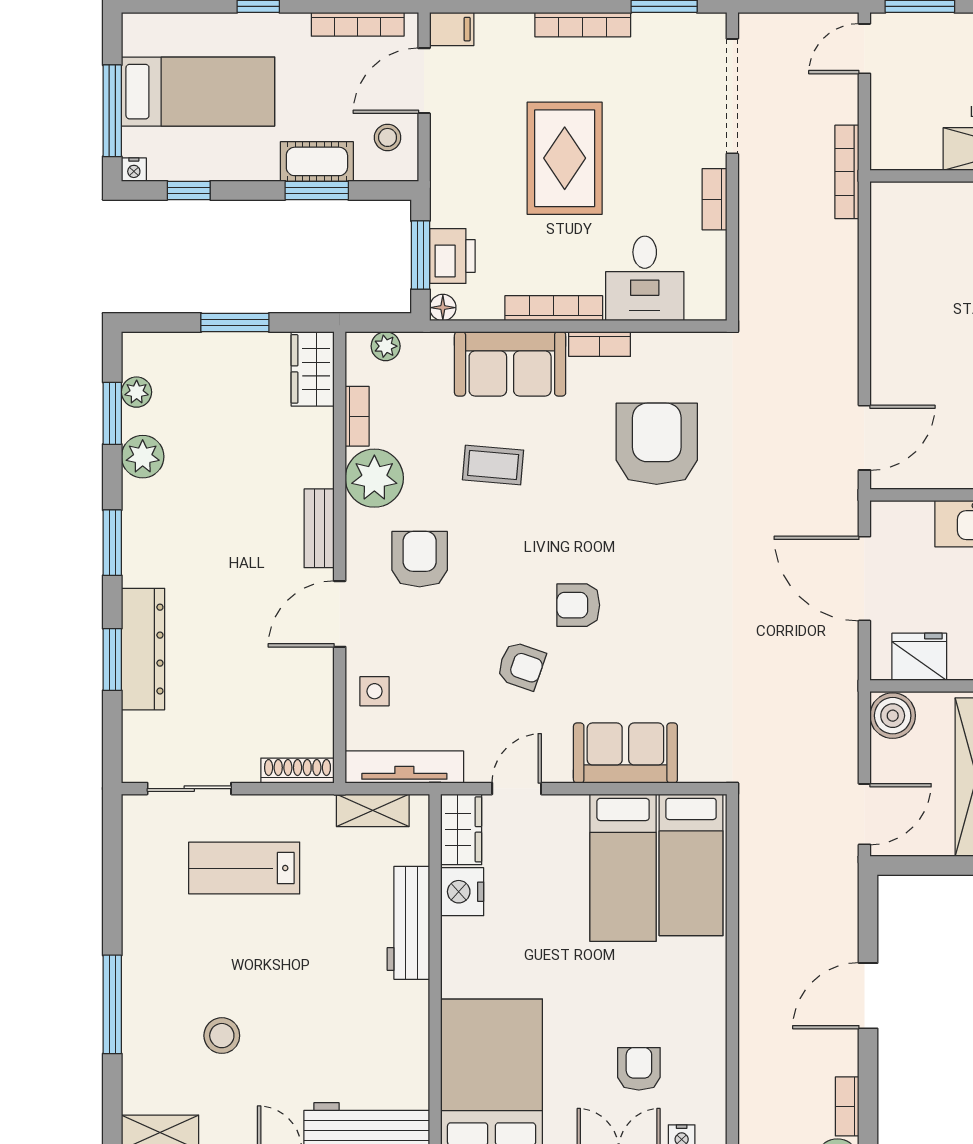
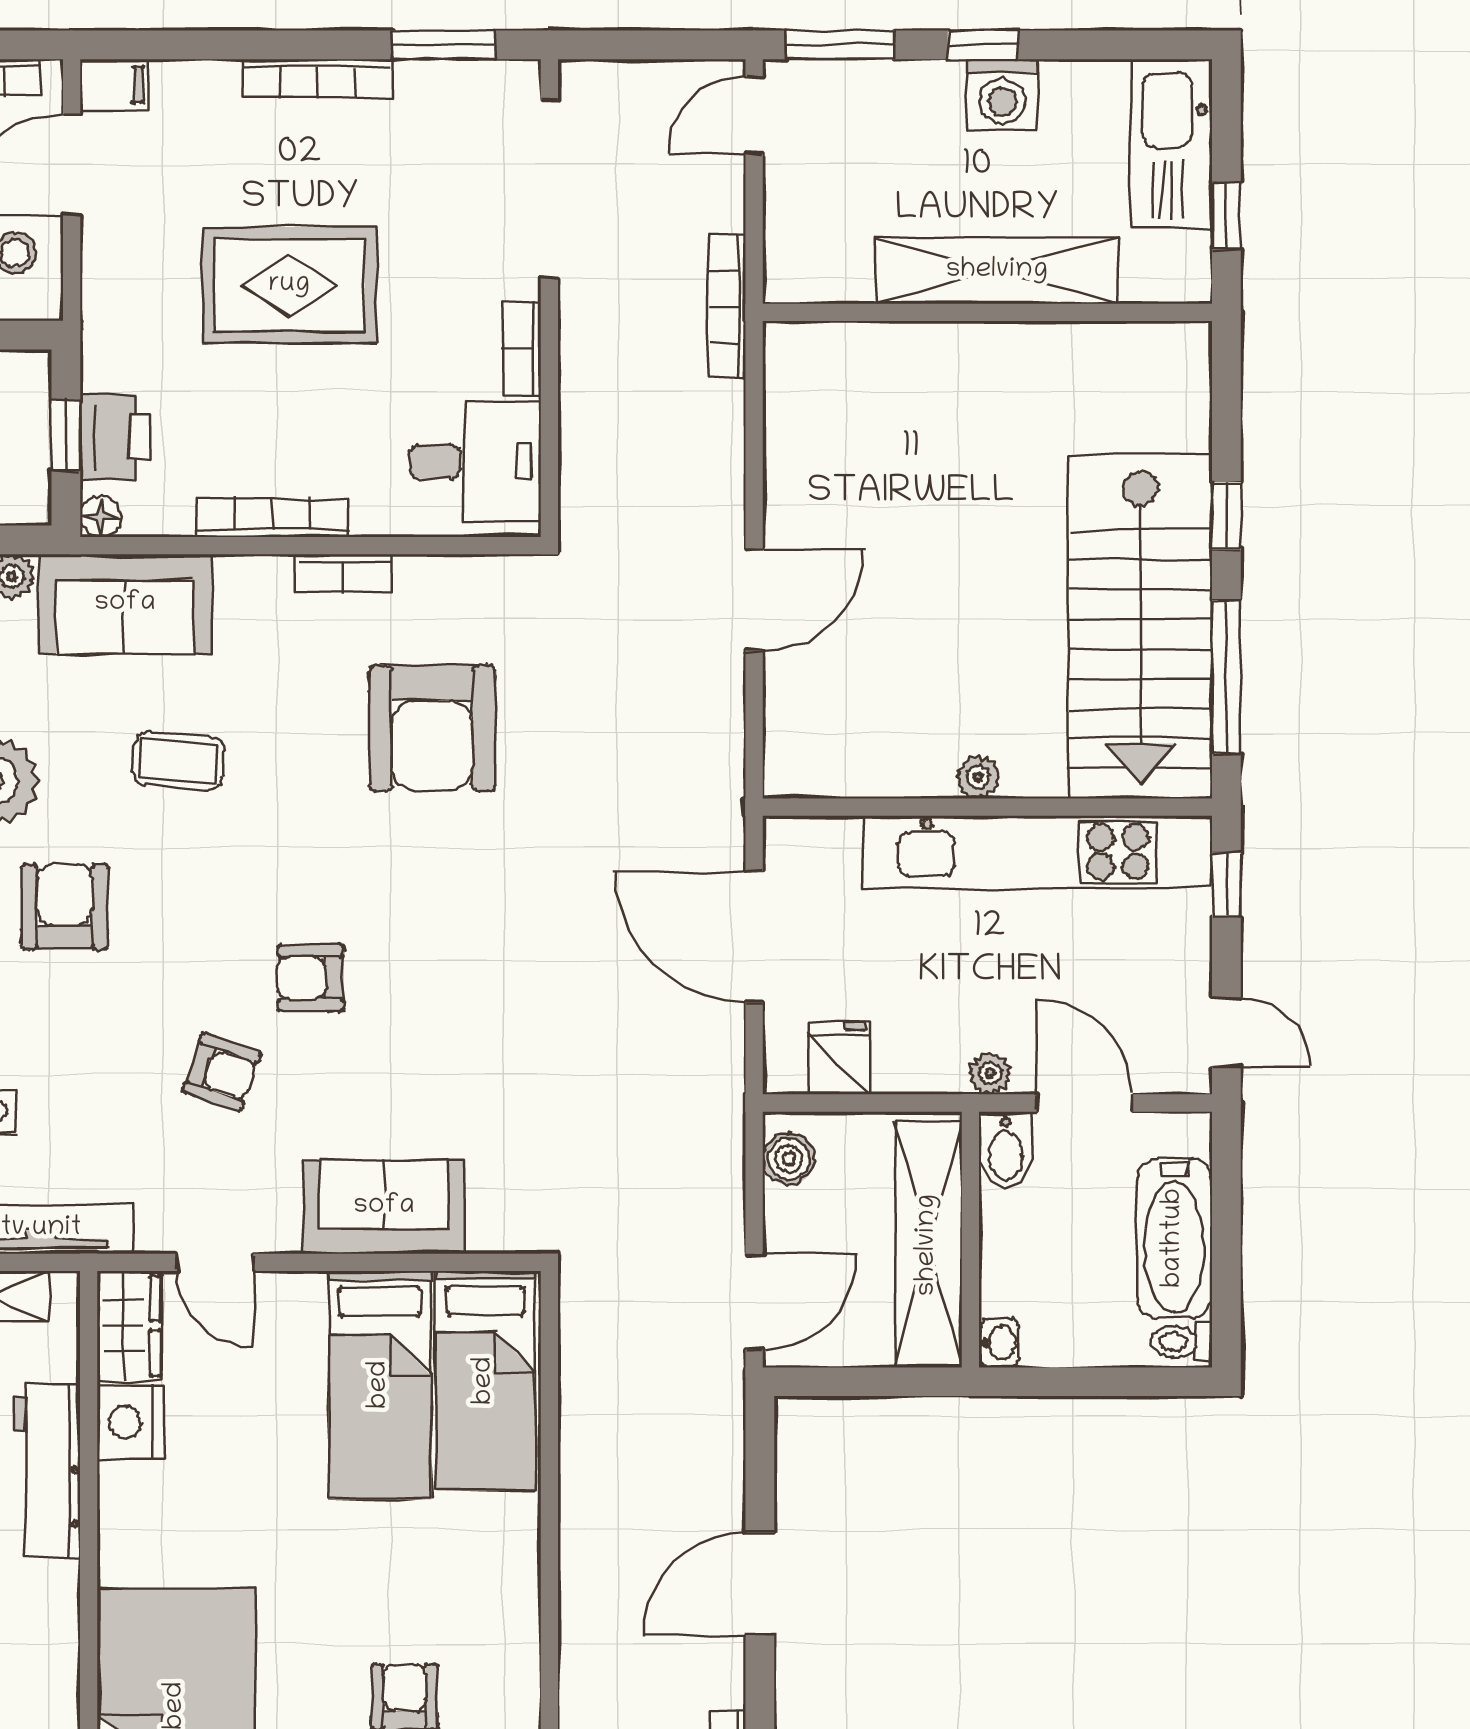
rug: (565, 158) -> (289, 285), turned 90
window: (420, 255) -> (66, 435), width x0.67
desk: (645, 278) -> (475, 462), moved, turned -90
sofa: (510, 364) -> (125, 604), moved
door: (864, 438) -> (754, 600), moved
armchair: (657, 444) -> (432, 728), turned 180
fridge: (919, 657) -> (839, 1058), width x0.72
boiler: (893, 716) -> (789, 1159), width x0.73, depth x0.73
door: (517, 789) -> (215, 1262), swing flipped

